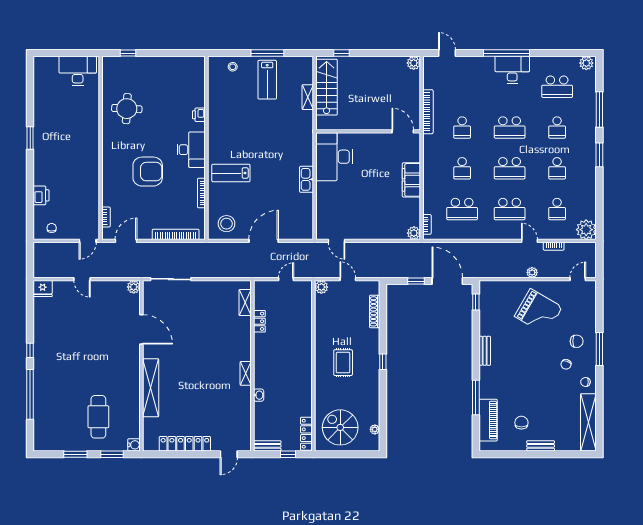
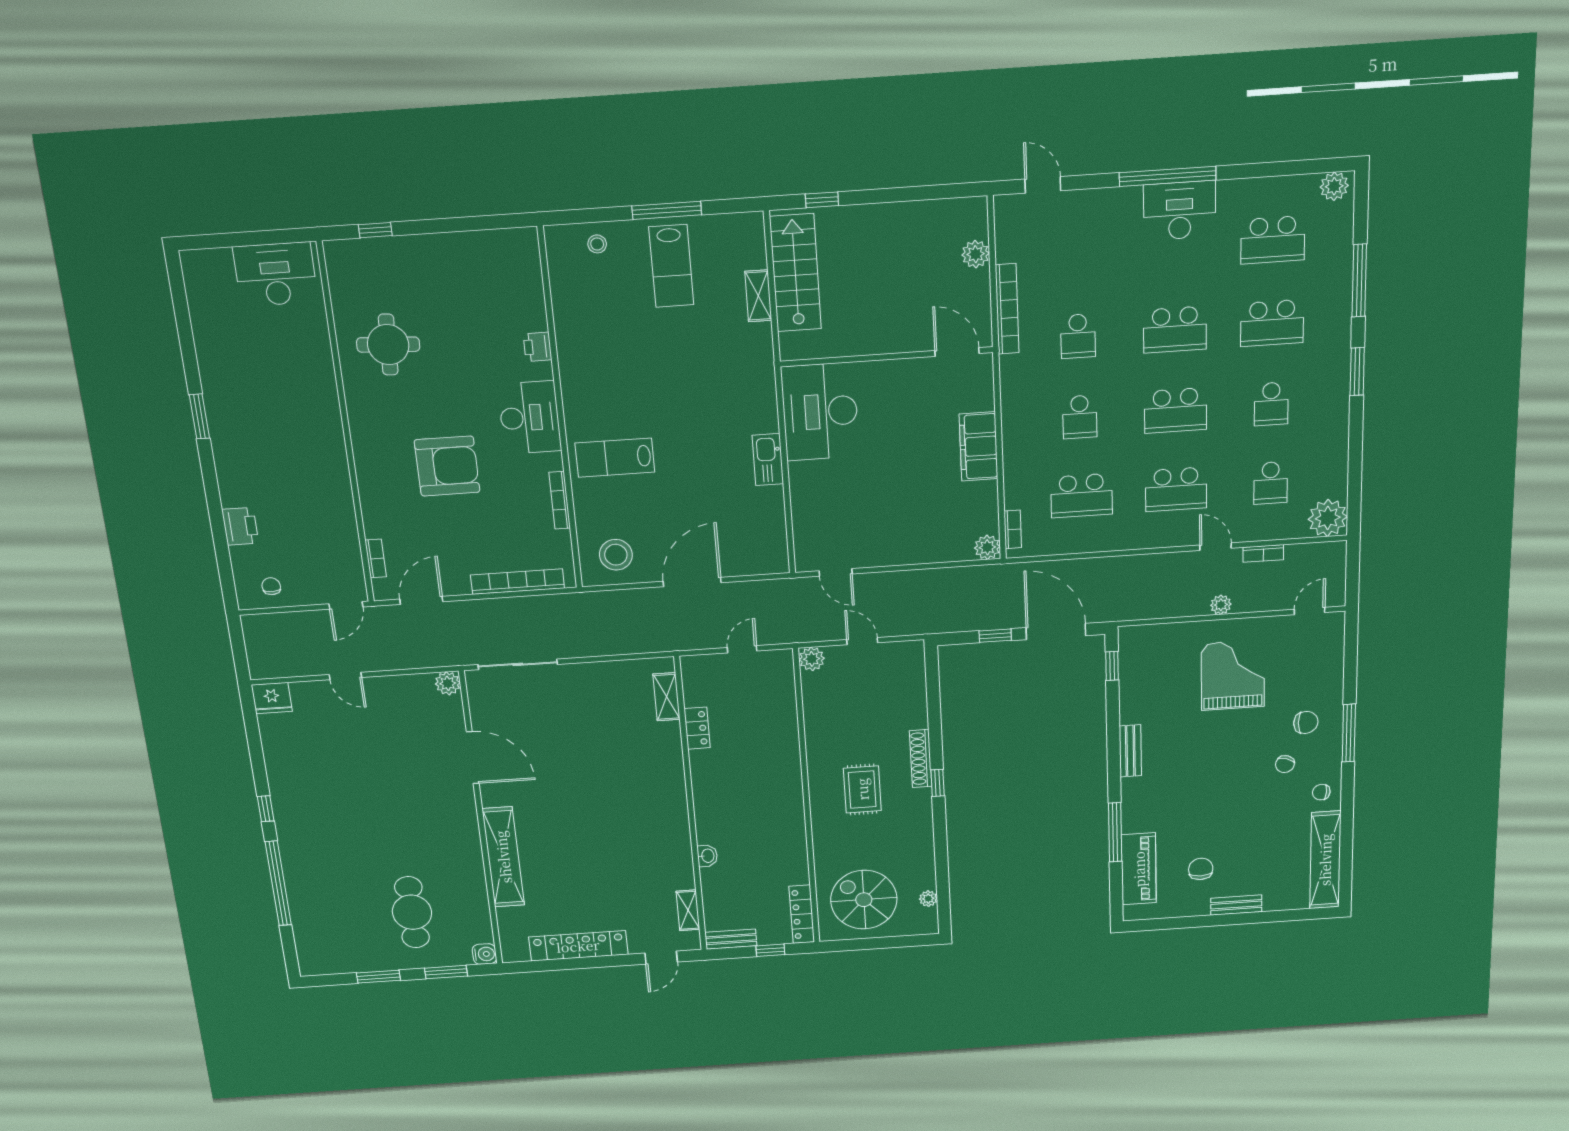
plant: (414, 63) -> (976, 254), moved
school desk: (557, 128) -> (1272, 323), width x1.85
shoe rack: (375, 311) -> (921, 759), moved
grand piano: (538, 312) -> (1233, 675), turned -120
shelving: (246, 373) -> (688, 910), moved

